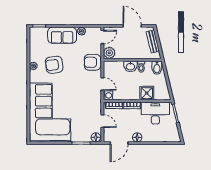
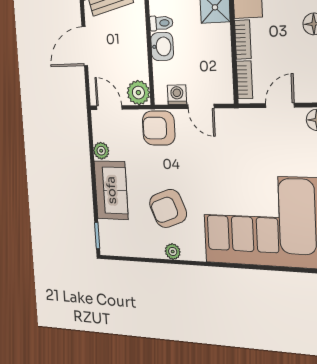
armchair: (92, 62) -> (159, 128), turned 90
armchair: (54, 65) -> (168, 208), turned 77
door: (102, 84) -> (201, 106), swing flipped
washing machine: (108, 95) -> (177, 95), moved

